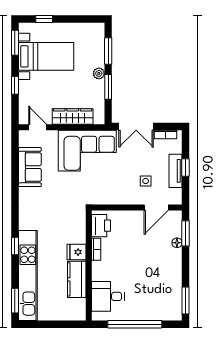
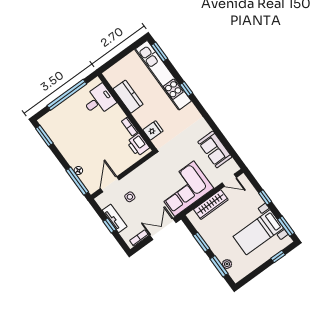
plant: (99, 73) -> (227, 264), moved
window: (186, 233) -> (77, 181), width x1.44
fridge: (77, 252) -> (153, 130), moved

